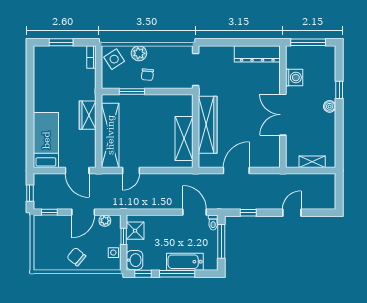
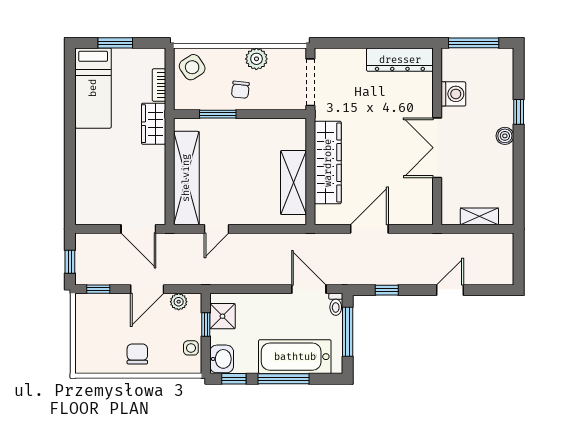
plant: (139, 53) -> (256, 59), moved
bookcase: (91, 57) -> (159, 85), moved
wardrobe: (88, 115) -> (154, 124), moved
bed: (46, 140) -> (93, 88), moved, turned 180
chair: (76, 257) -> (137, 354), turned 50
bathtub: (185, 262) -> (295, 357), width x1.36, depth x1.36

